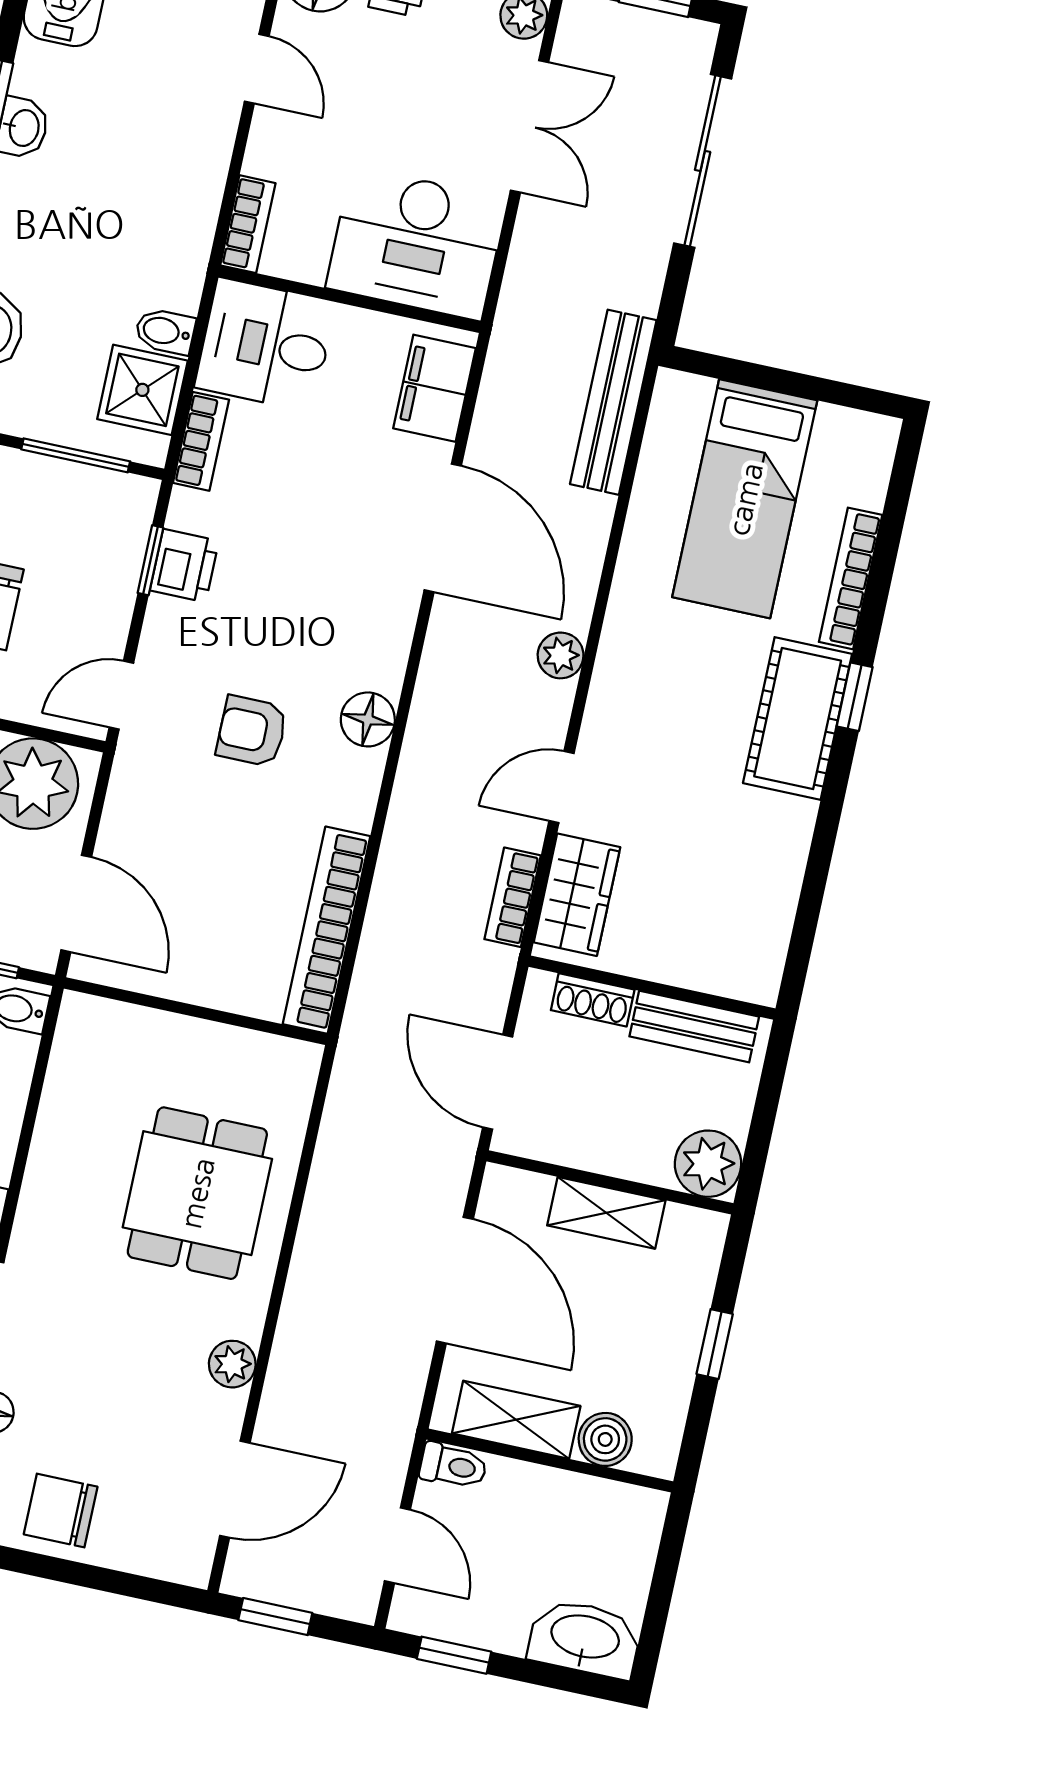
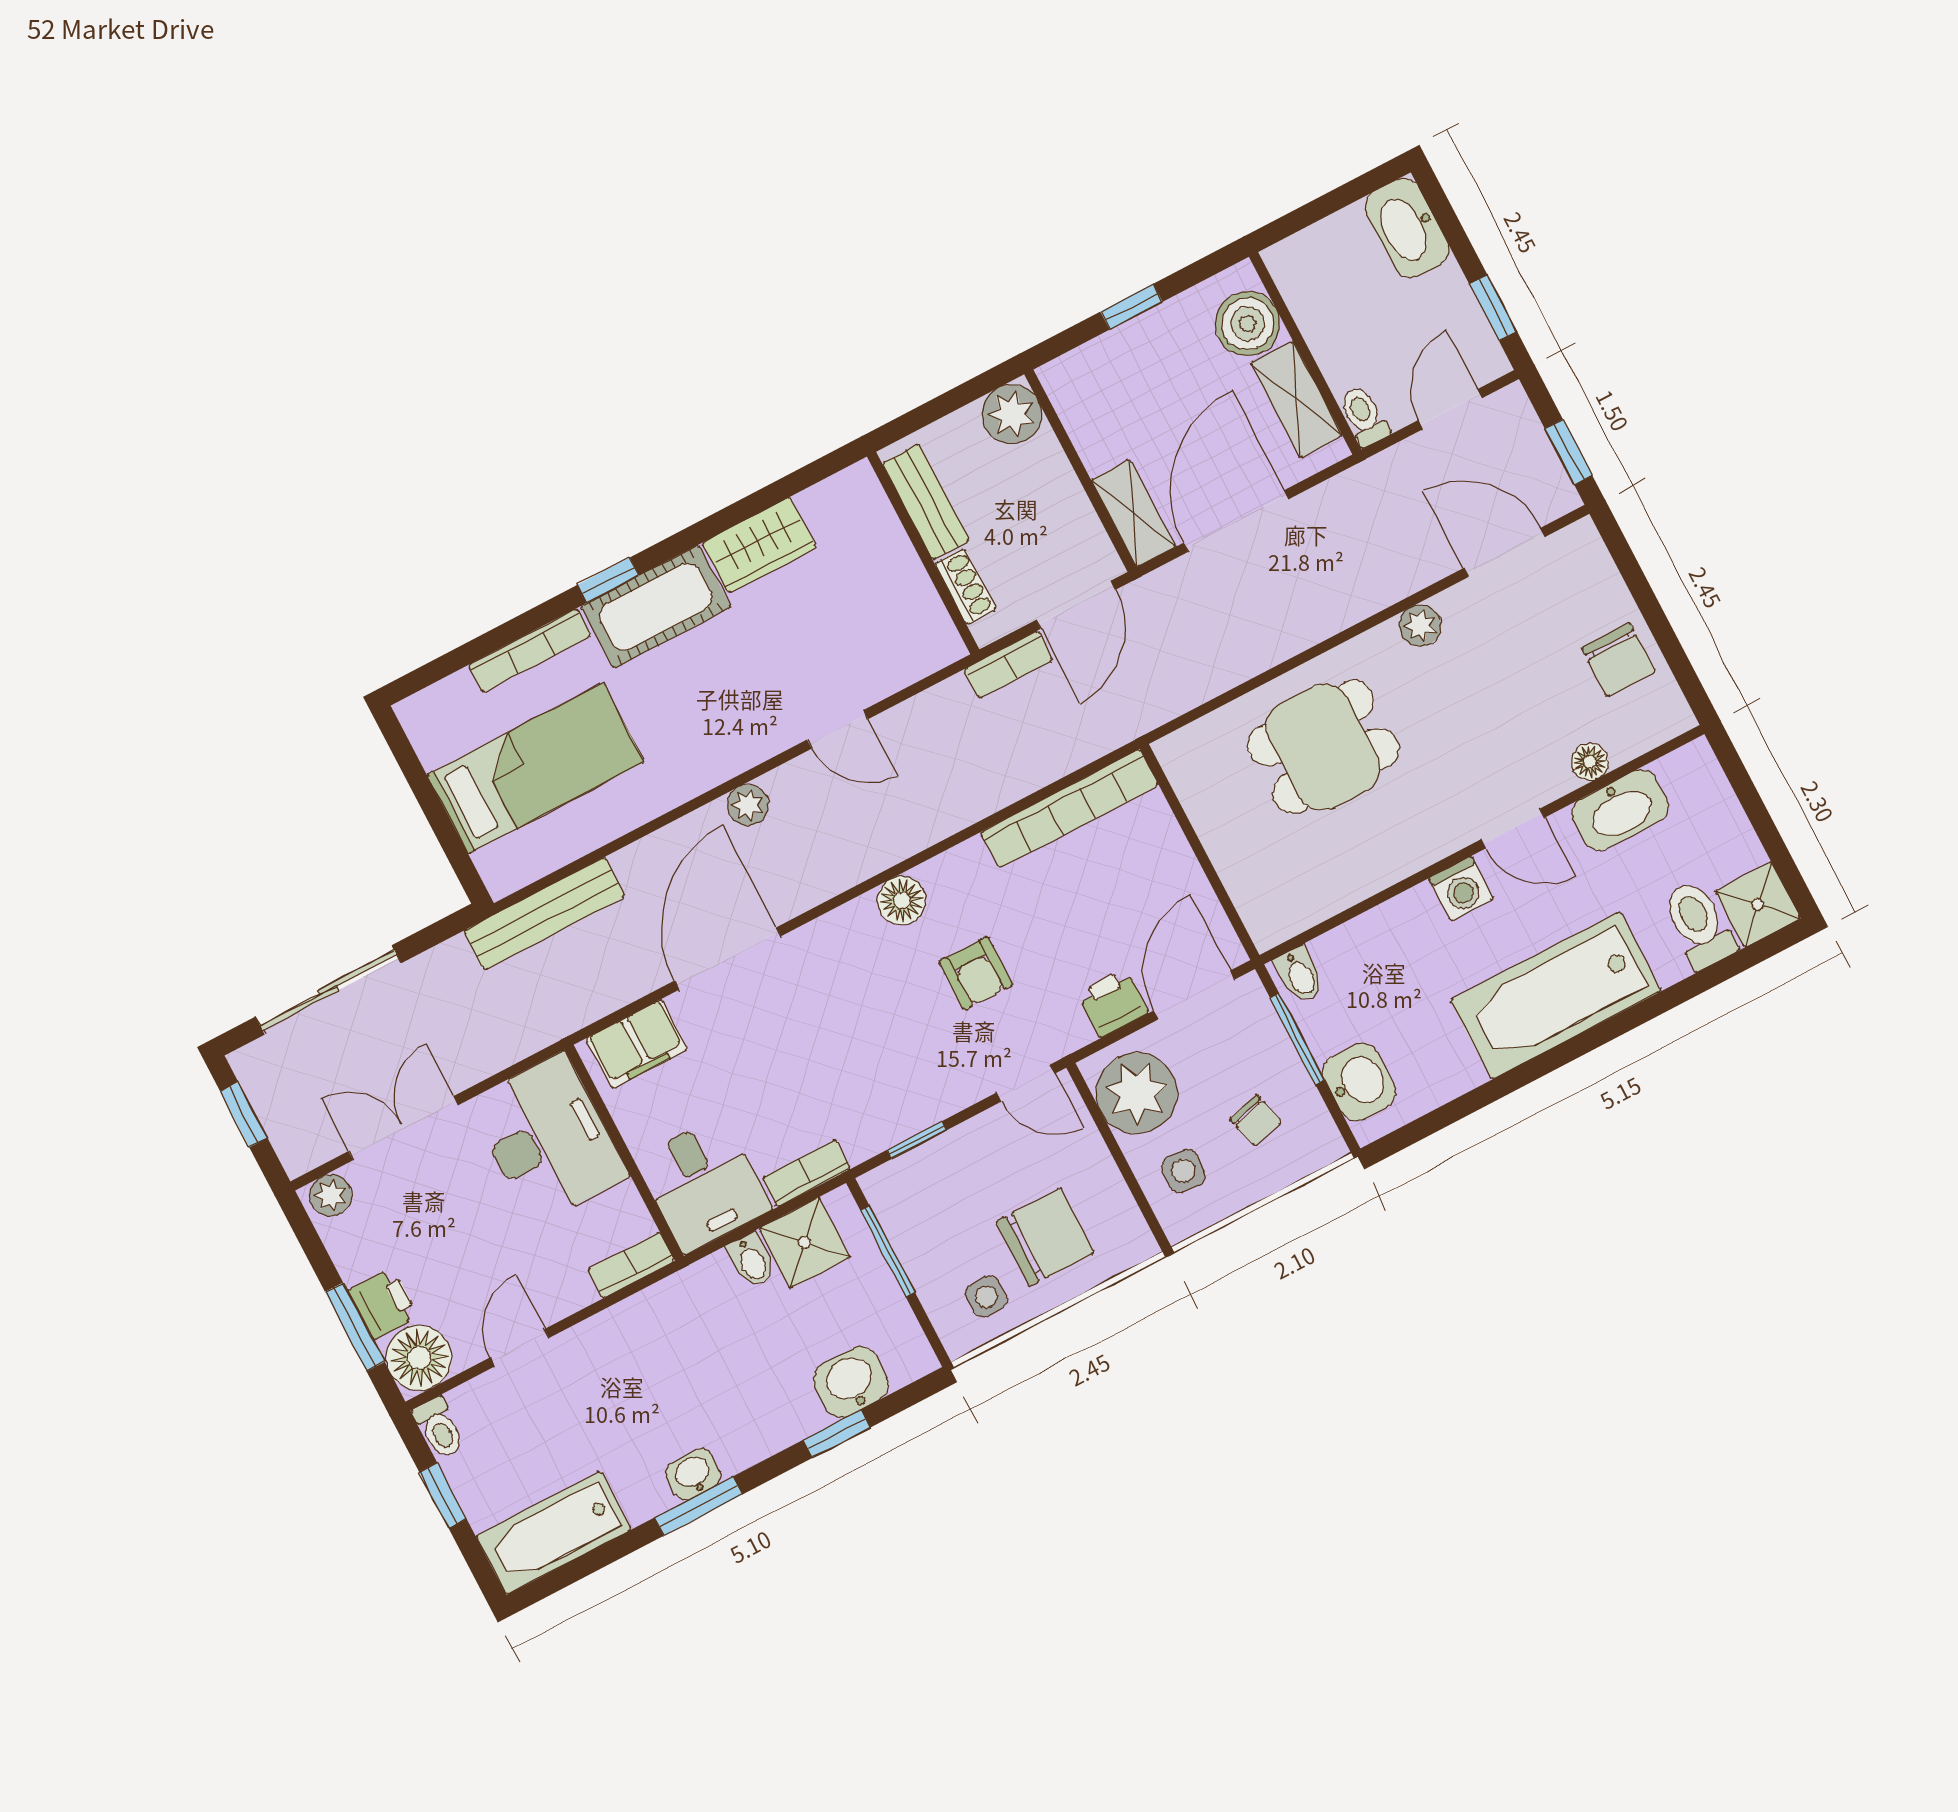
printer: (184, 566) -> (1113, 1003), moved
wardrobe: (577, 895) -> (759, 545), moved, turned 180
bookcase: (513, 897) -> (1008, 665), moved
shelving: (606, 1213) -> (1133, 513), moved
boiler: (605, 1439) -> (1248, 324), width x1.36, depth x1.36

